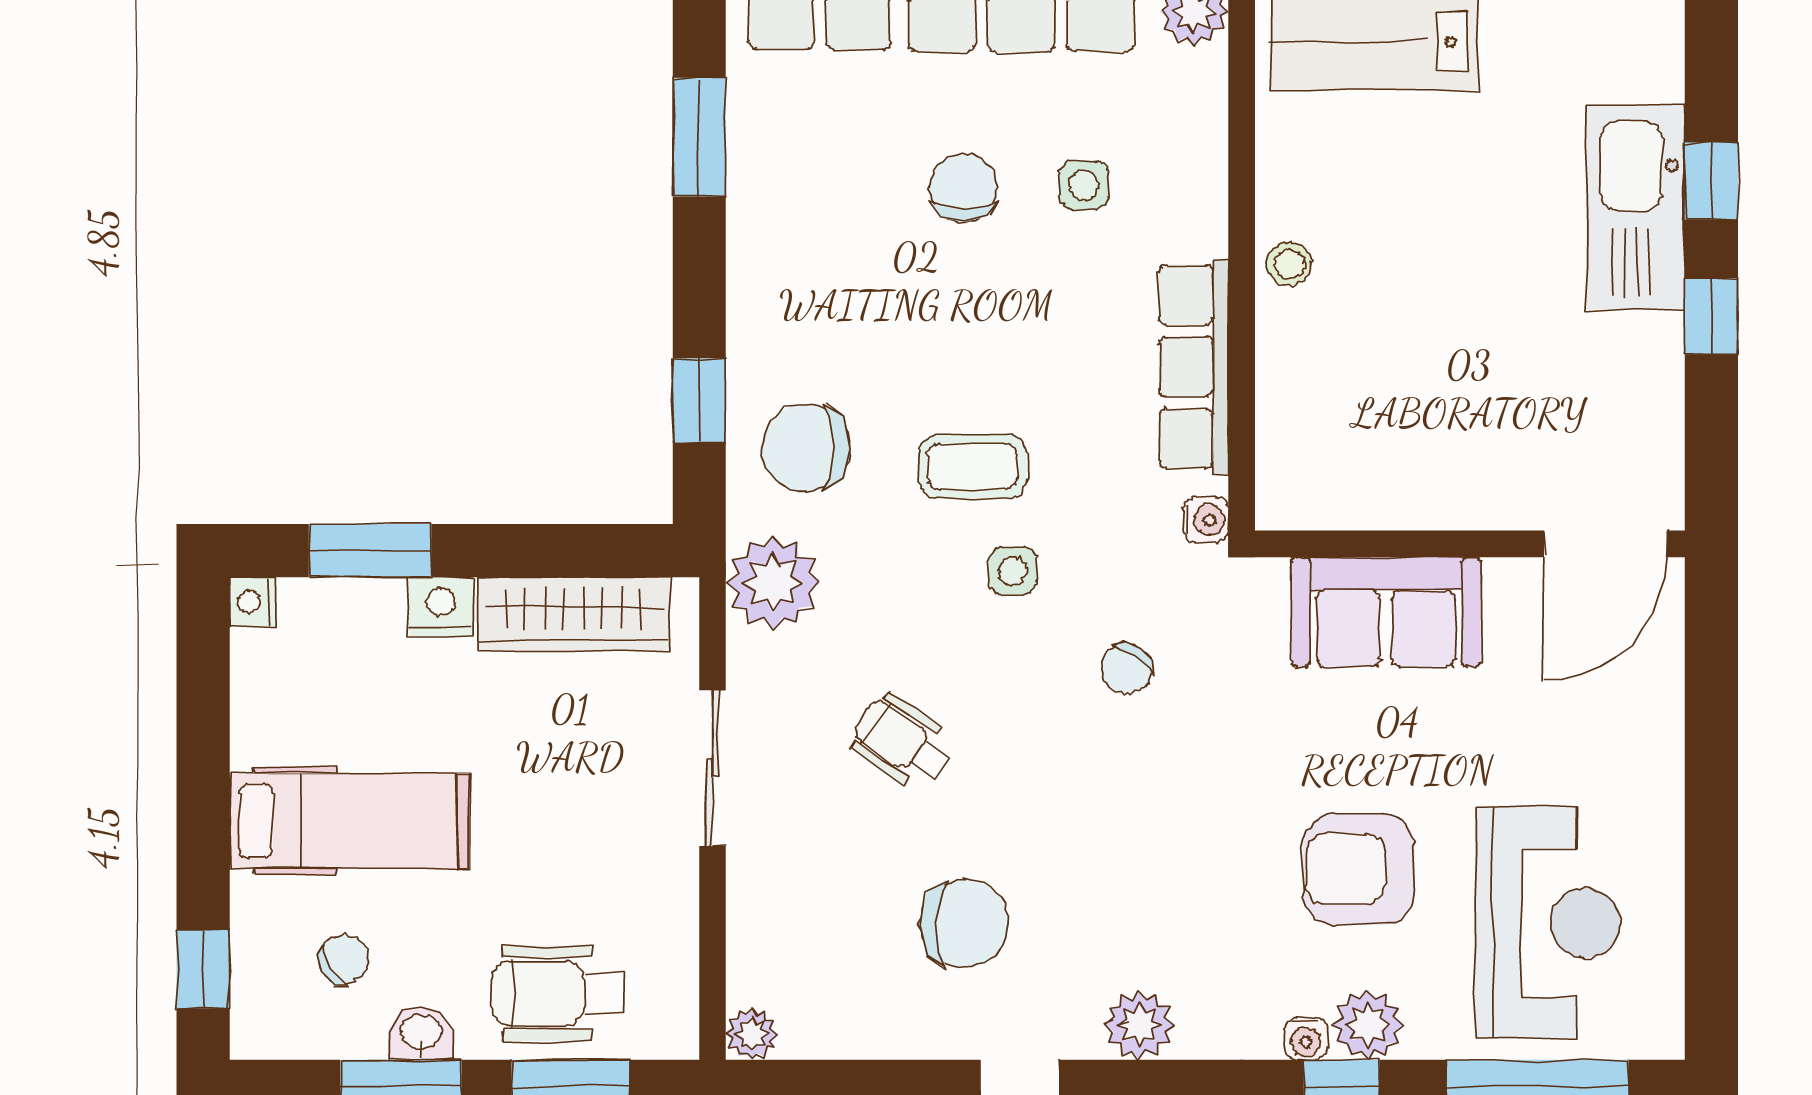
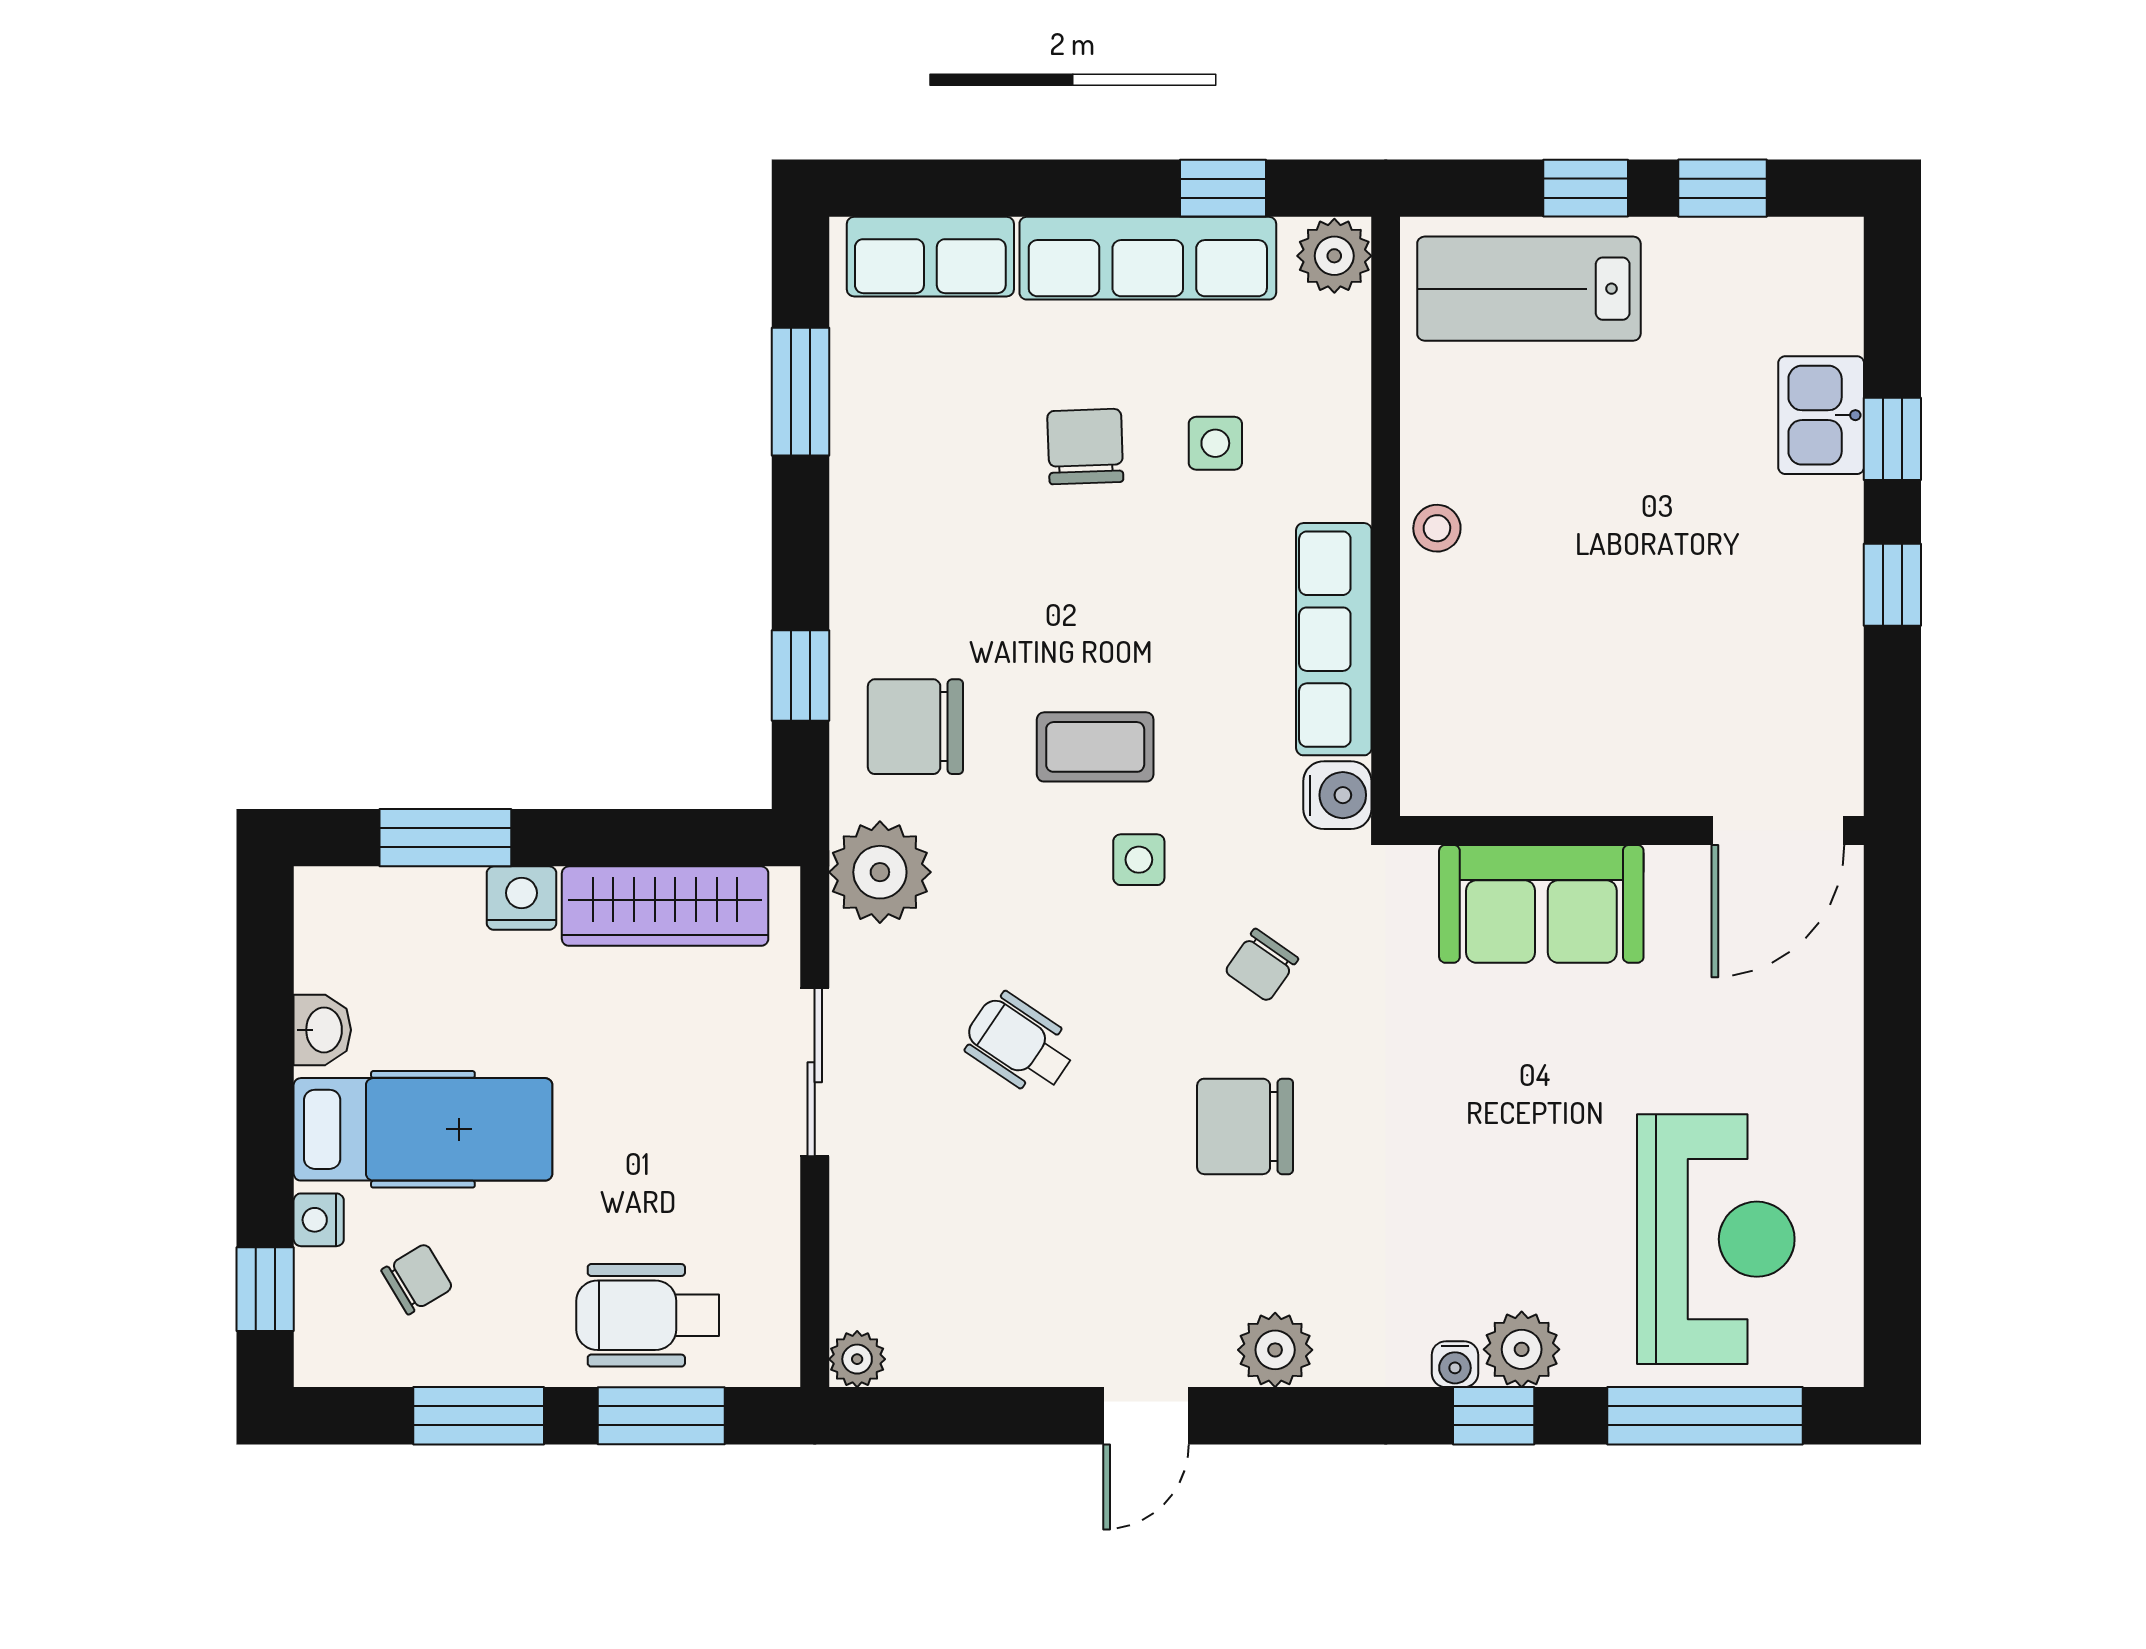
kitchen sink: (1636, 207) -> (1821, 415), width x0.53, depth x0.81
water cooler: (1206, 520) -> (1337, 795), width x1.38, depth x1.38
nightstand: (253, 602) -> (319, 1220), moved
armchair: (1359, 869) -> (1512, 1181), removed
chair: (964, 924) -> (1245, 1126), moved, turned 180
washbasin: (421, 1033) -> (322, 1030), moved, turned 90

